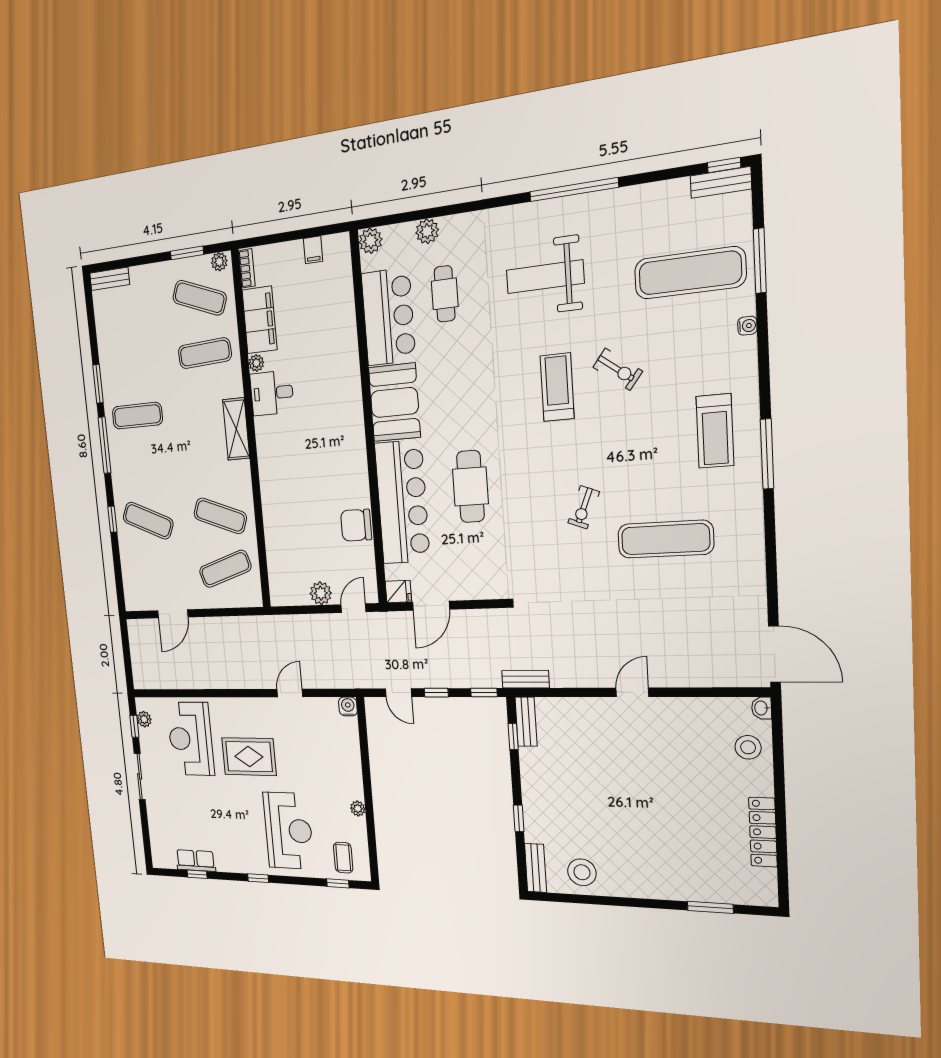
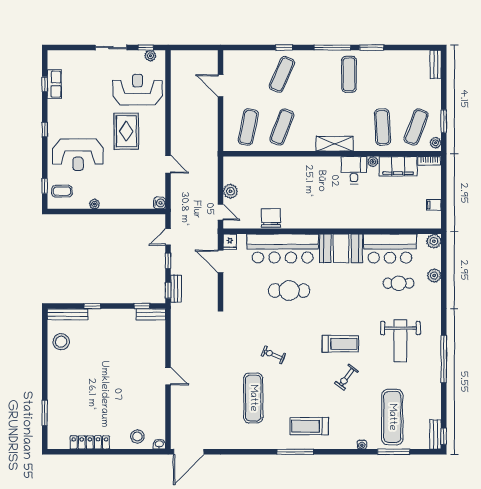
weight bench: (545, 277) -> (400, 341), turned 180
exercise mat: (225, 569) -> (248, 127), turned 30
bench: (525, 679) -> (176, 288), moved
bench: (536, 868) -> (68, 314), width x1.36

